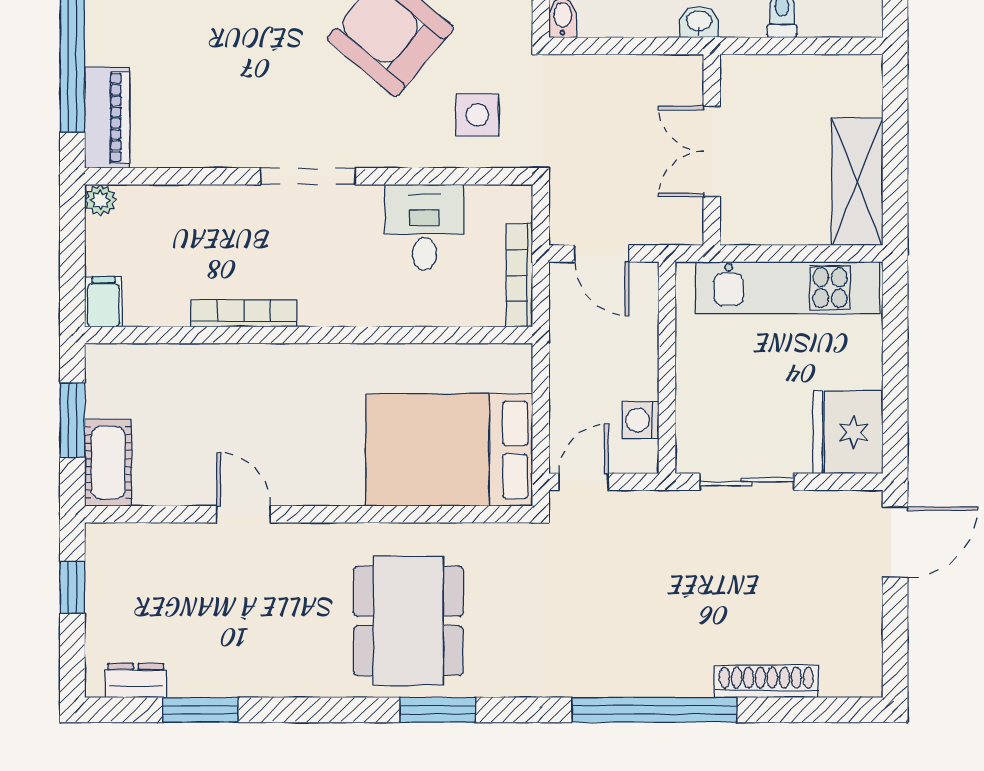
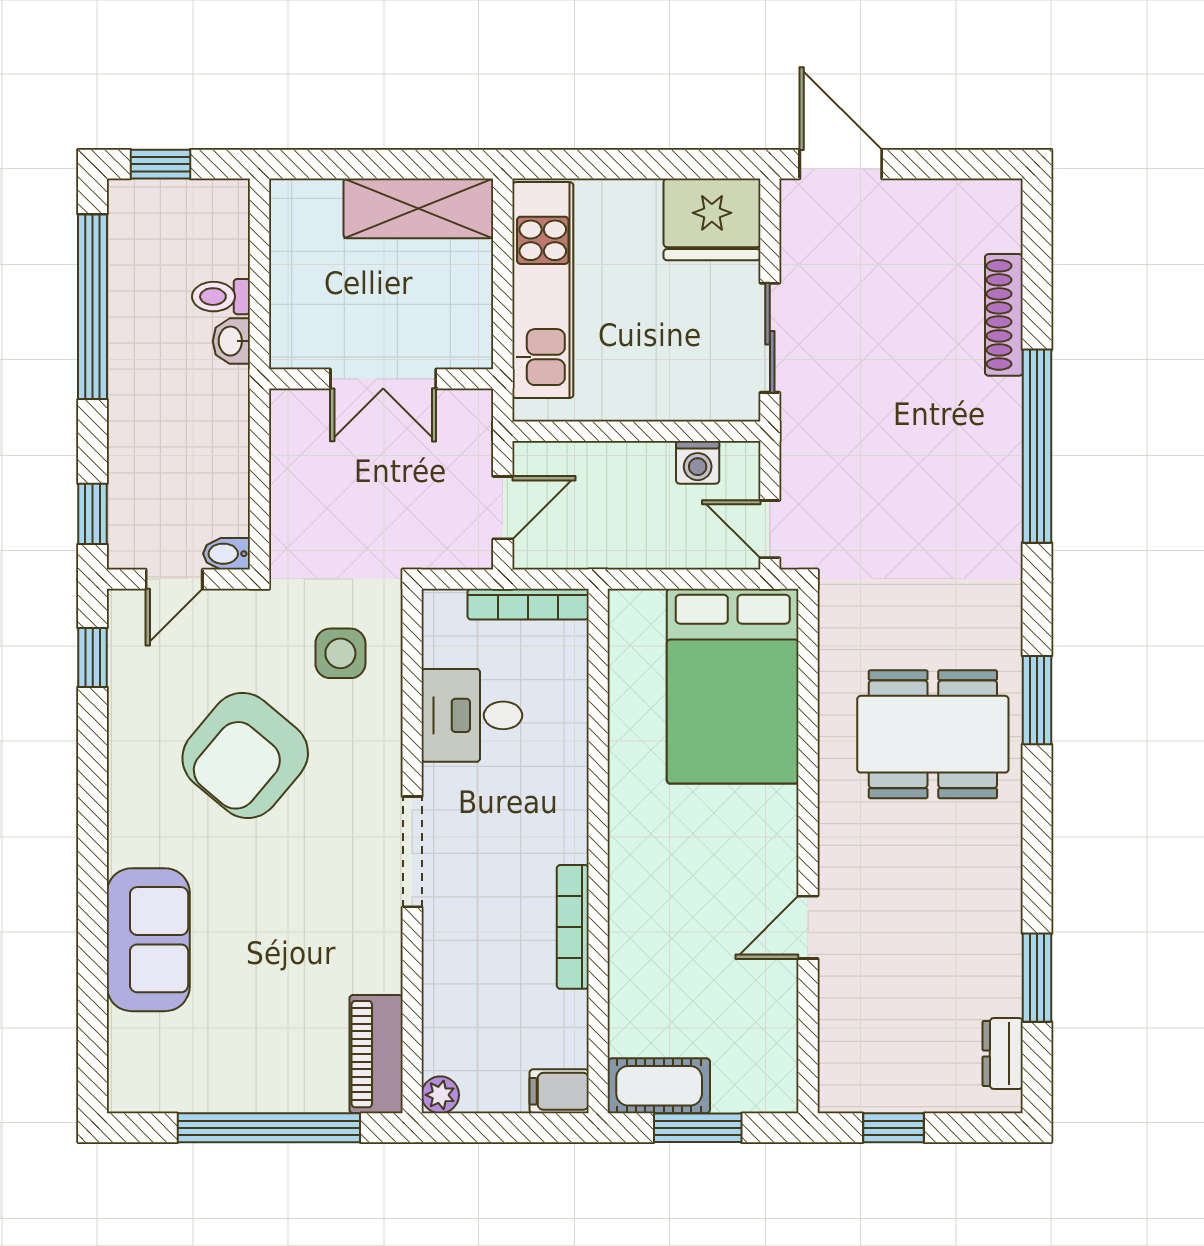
washbasin: (699, 22) -> (231, 341), moved
piano: (107, 117) -> (376, 1054), moved, turned -90
cot: (108, 463) -> (659, 1086), moved

